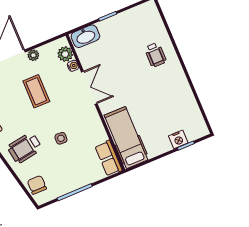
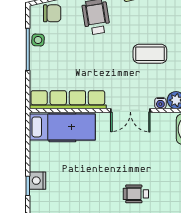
side table: (61, 138) -> (38, 40), moved
row of seats: (109, 158) -> (68, 100), width x2.02

